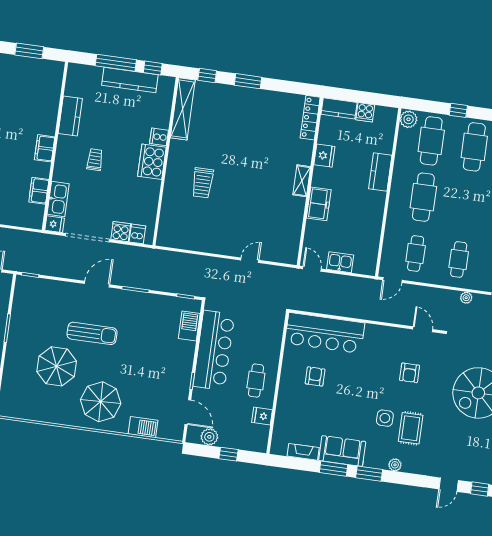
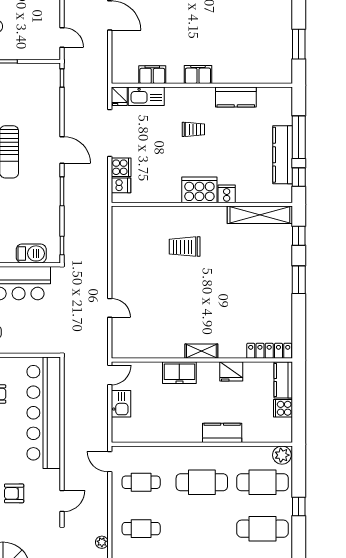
bar counter: (325, 333) -> (44, 413), width x1.36

